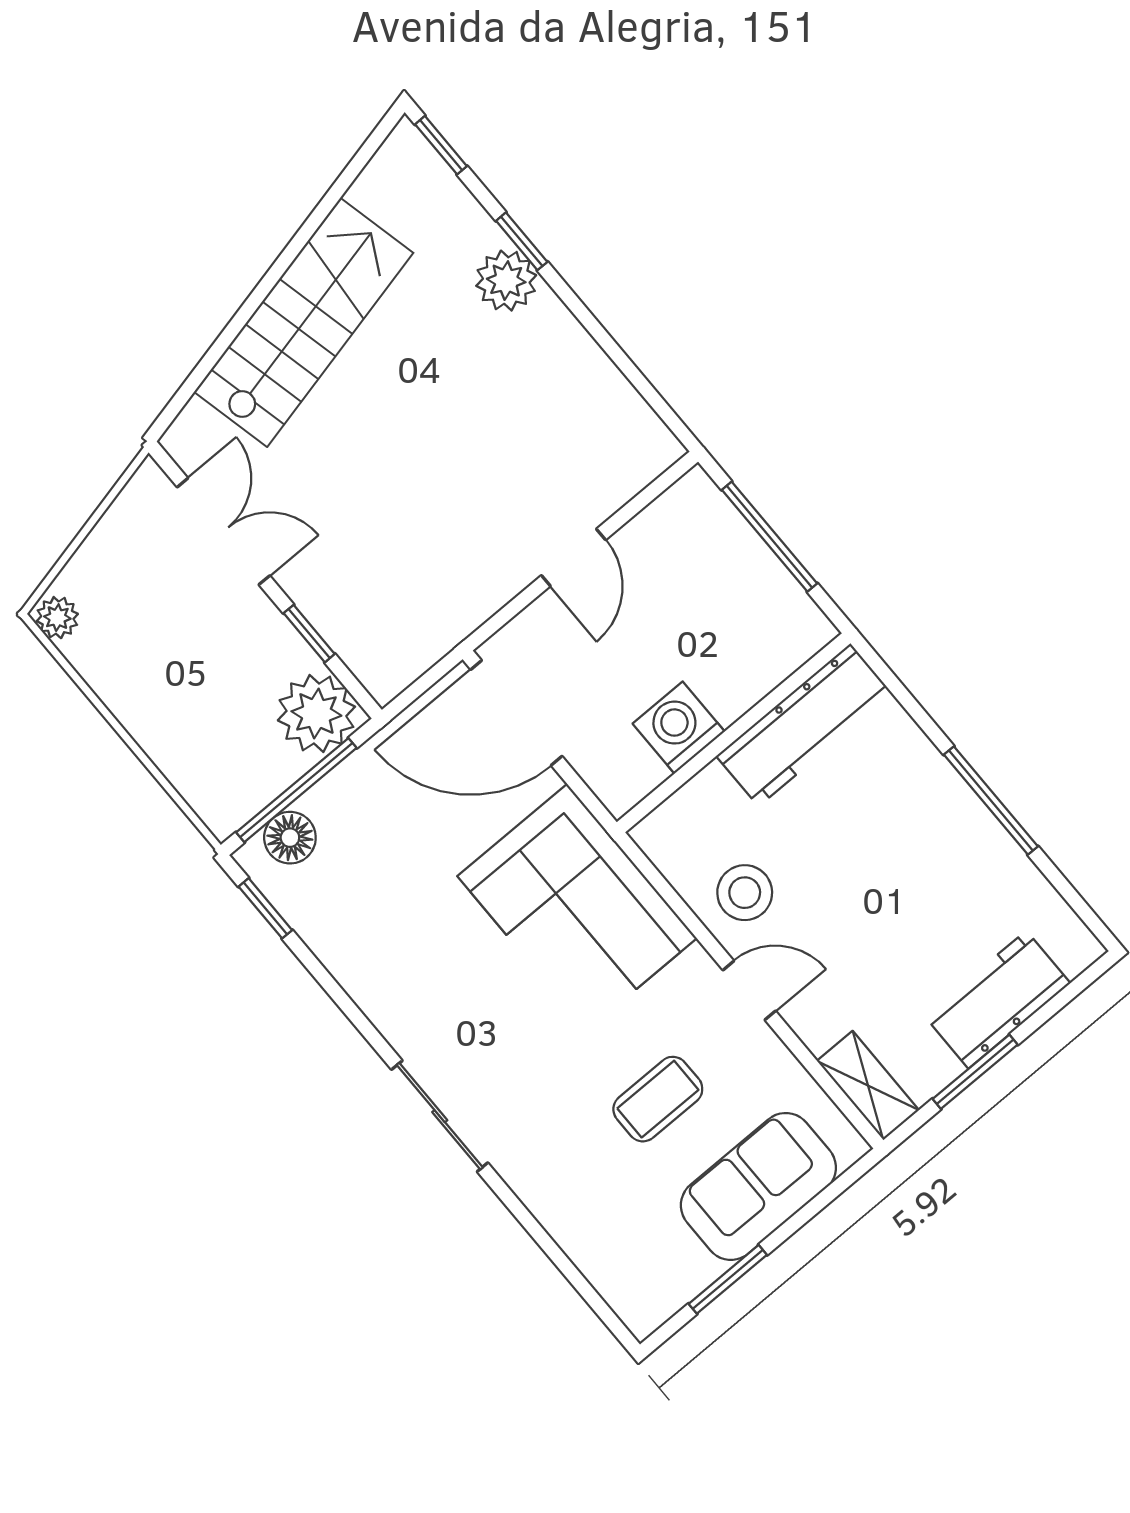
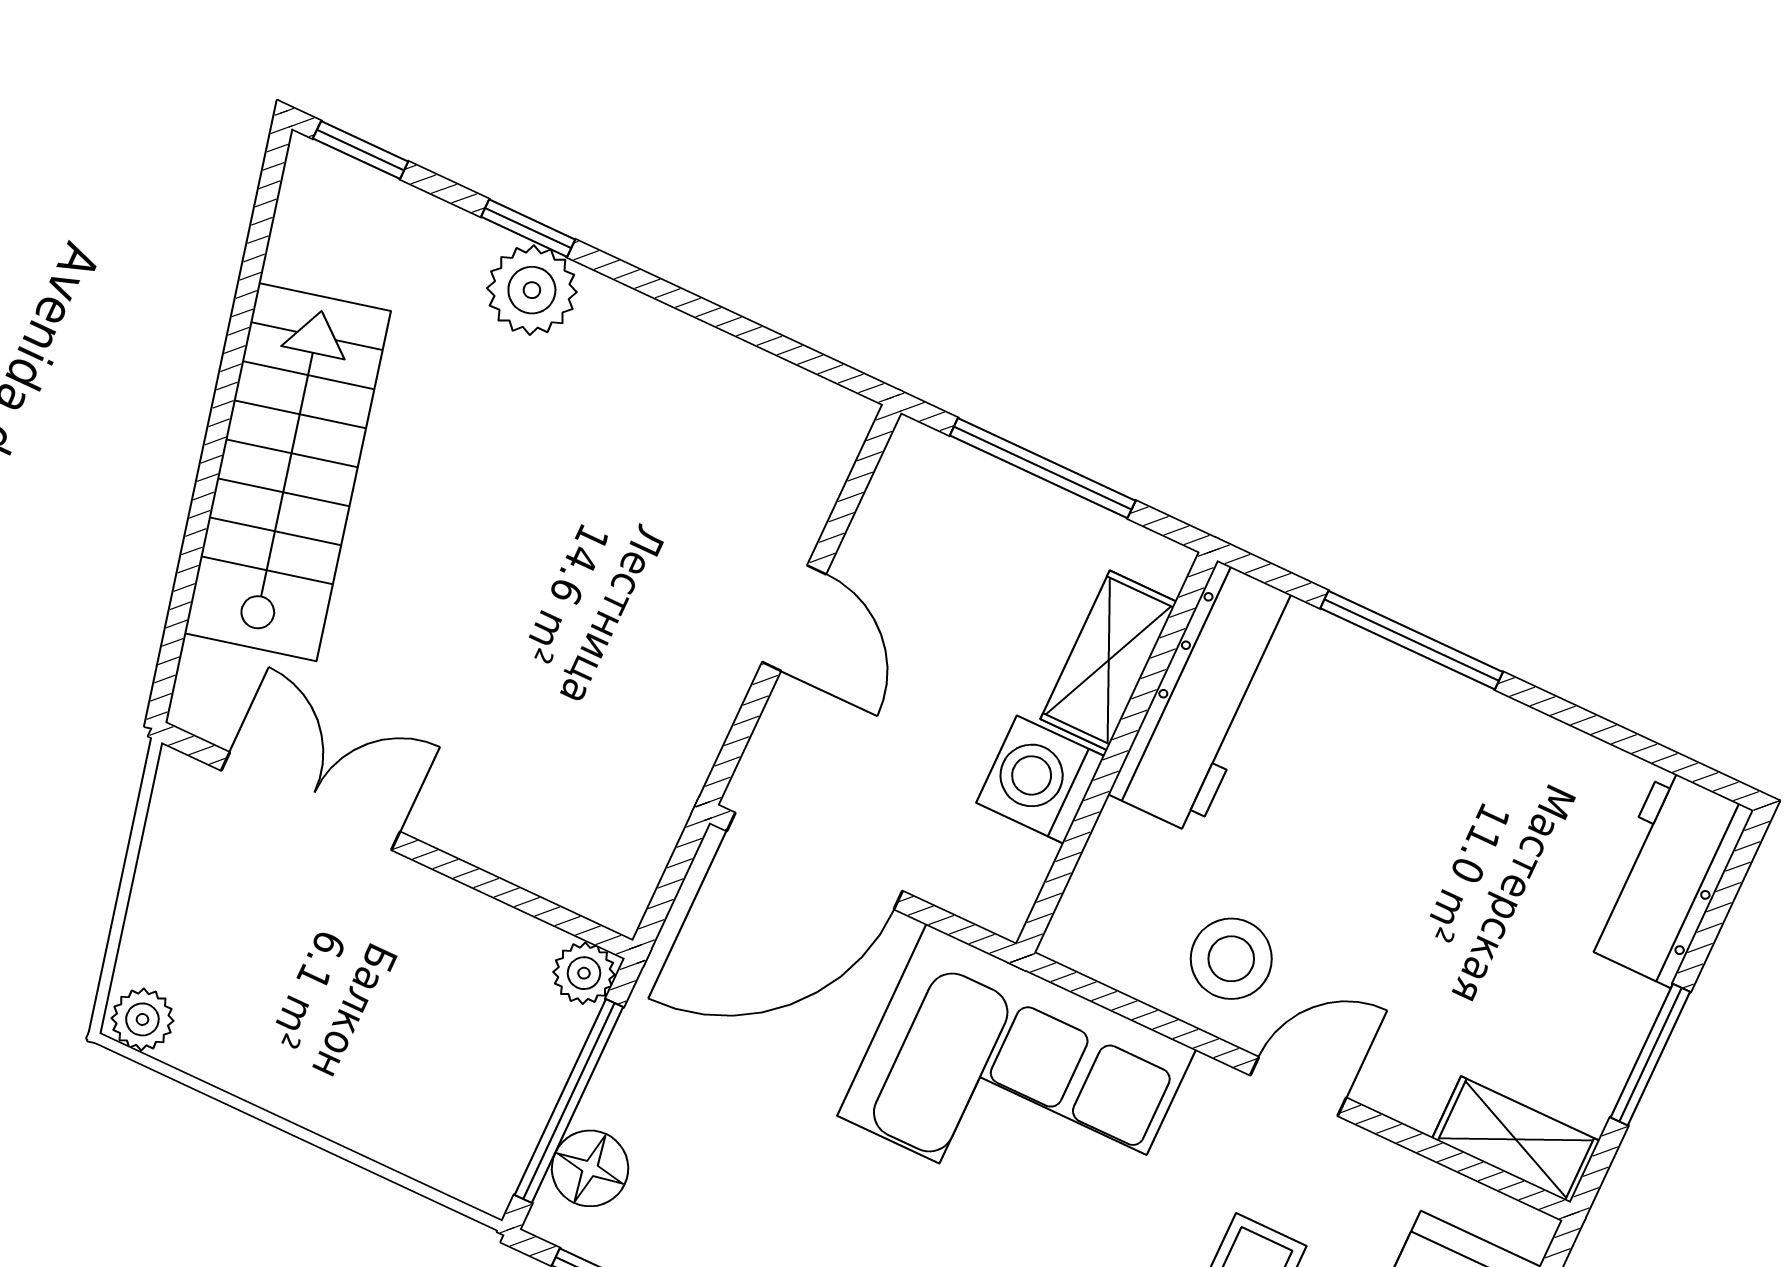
window: (309, 634) -> (489, 884), removed
shelving: (755, 674) -> (1109, 660), added
plant: (316, 713) -> (584, 973), width x0.53, depth x0.53
window: (991, 801) -> (1412, 640), moved
workbench: (997, 1000) -> (1666, 878), moved

